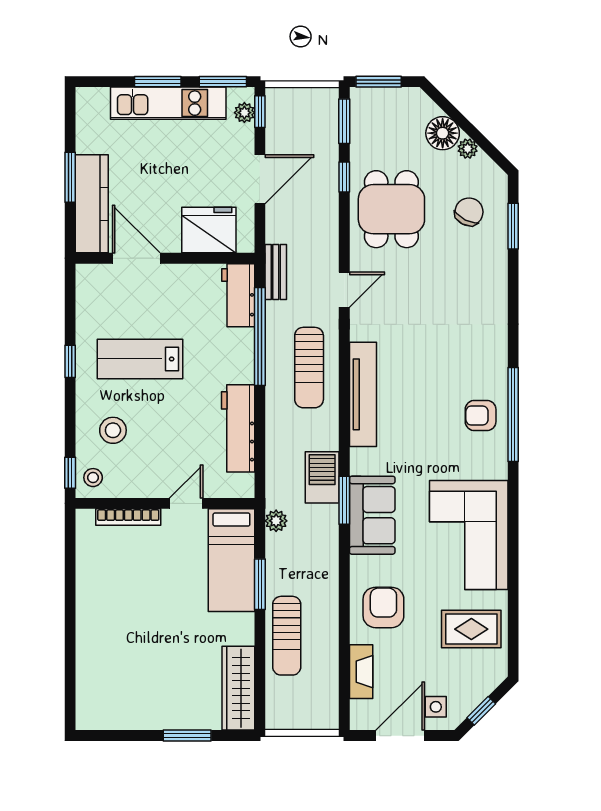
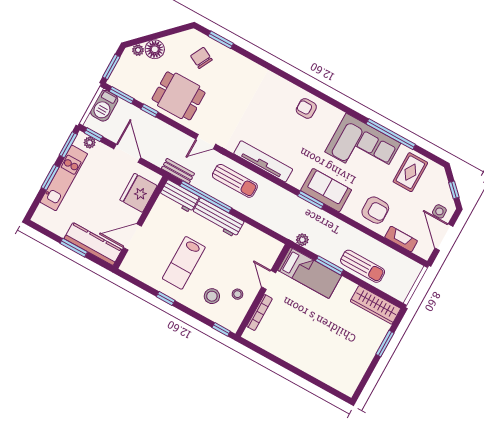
plant: (468, 149) -> (138, 50), moved
door: (344, 290) -> (206, 142), swing flipped
window: (513, 414) -> (391, 134), moved
armchair: (481, 416) -> (306, 108), turned 90
workbench: (238, 428) -> (218, 218), moved
barbecue: (322, 477) -> (104, 106), moved, turned -90
stool: (93, 478) -> (237, 294), moved
armchair: (383, 607) -> (375, 210), turned 180

